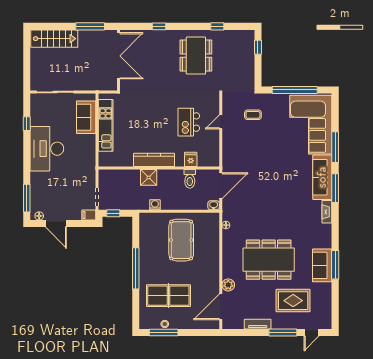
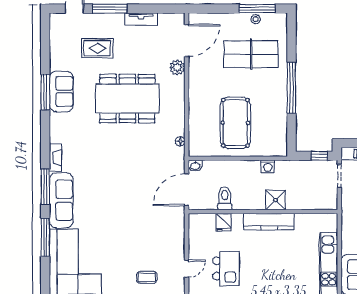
rug: (293, 301) -> (97, 48), width x0.73, depth x0.70

